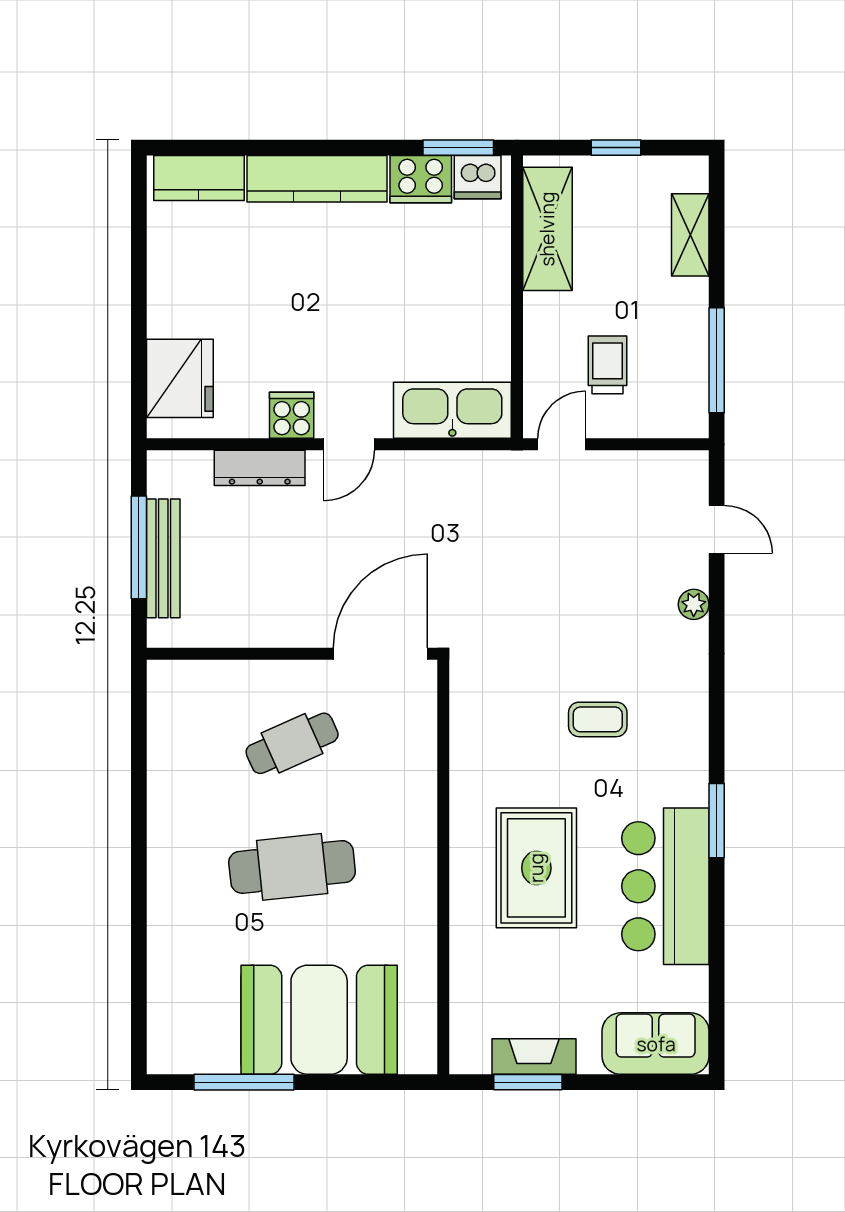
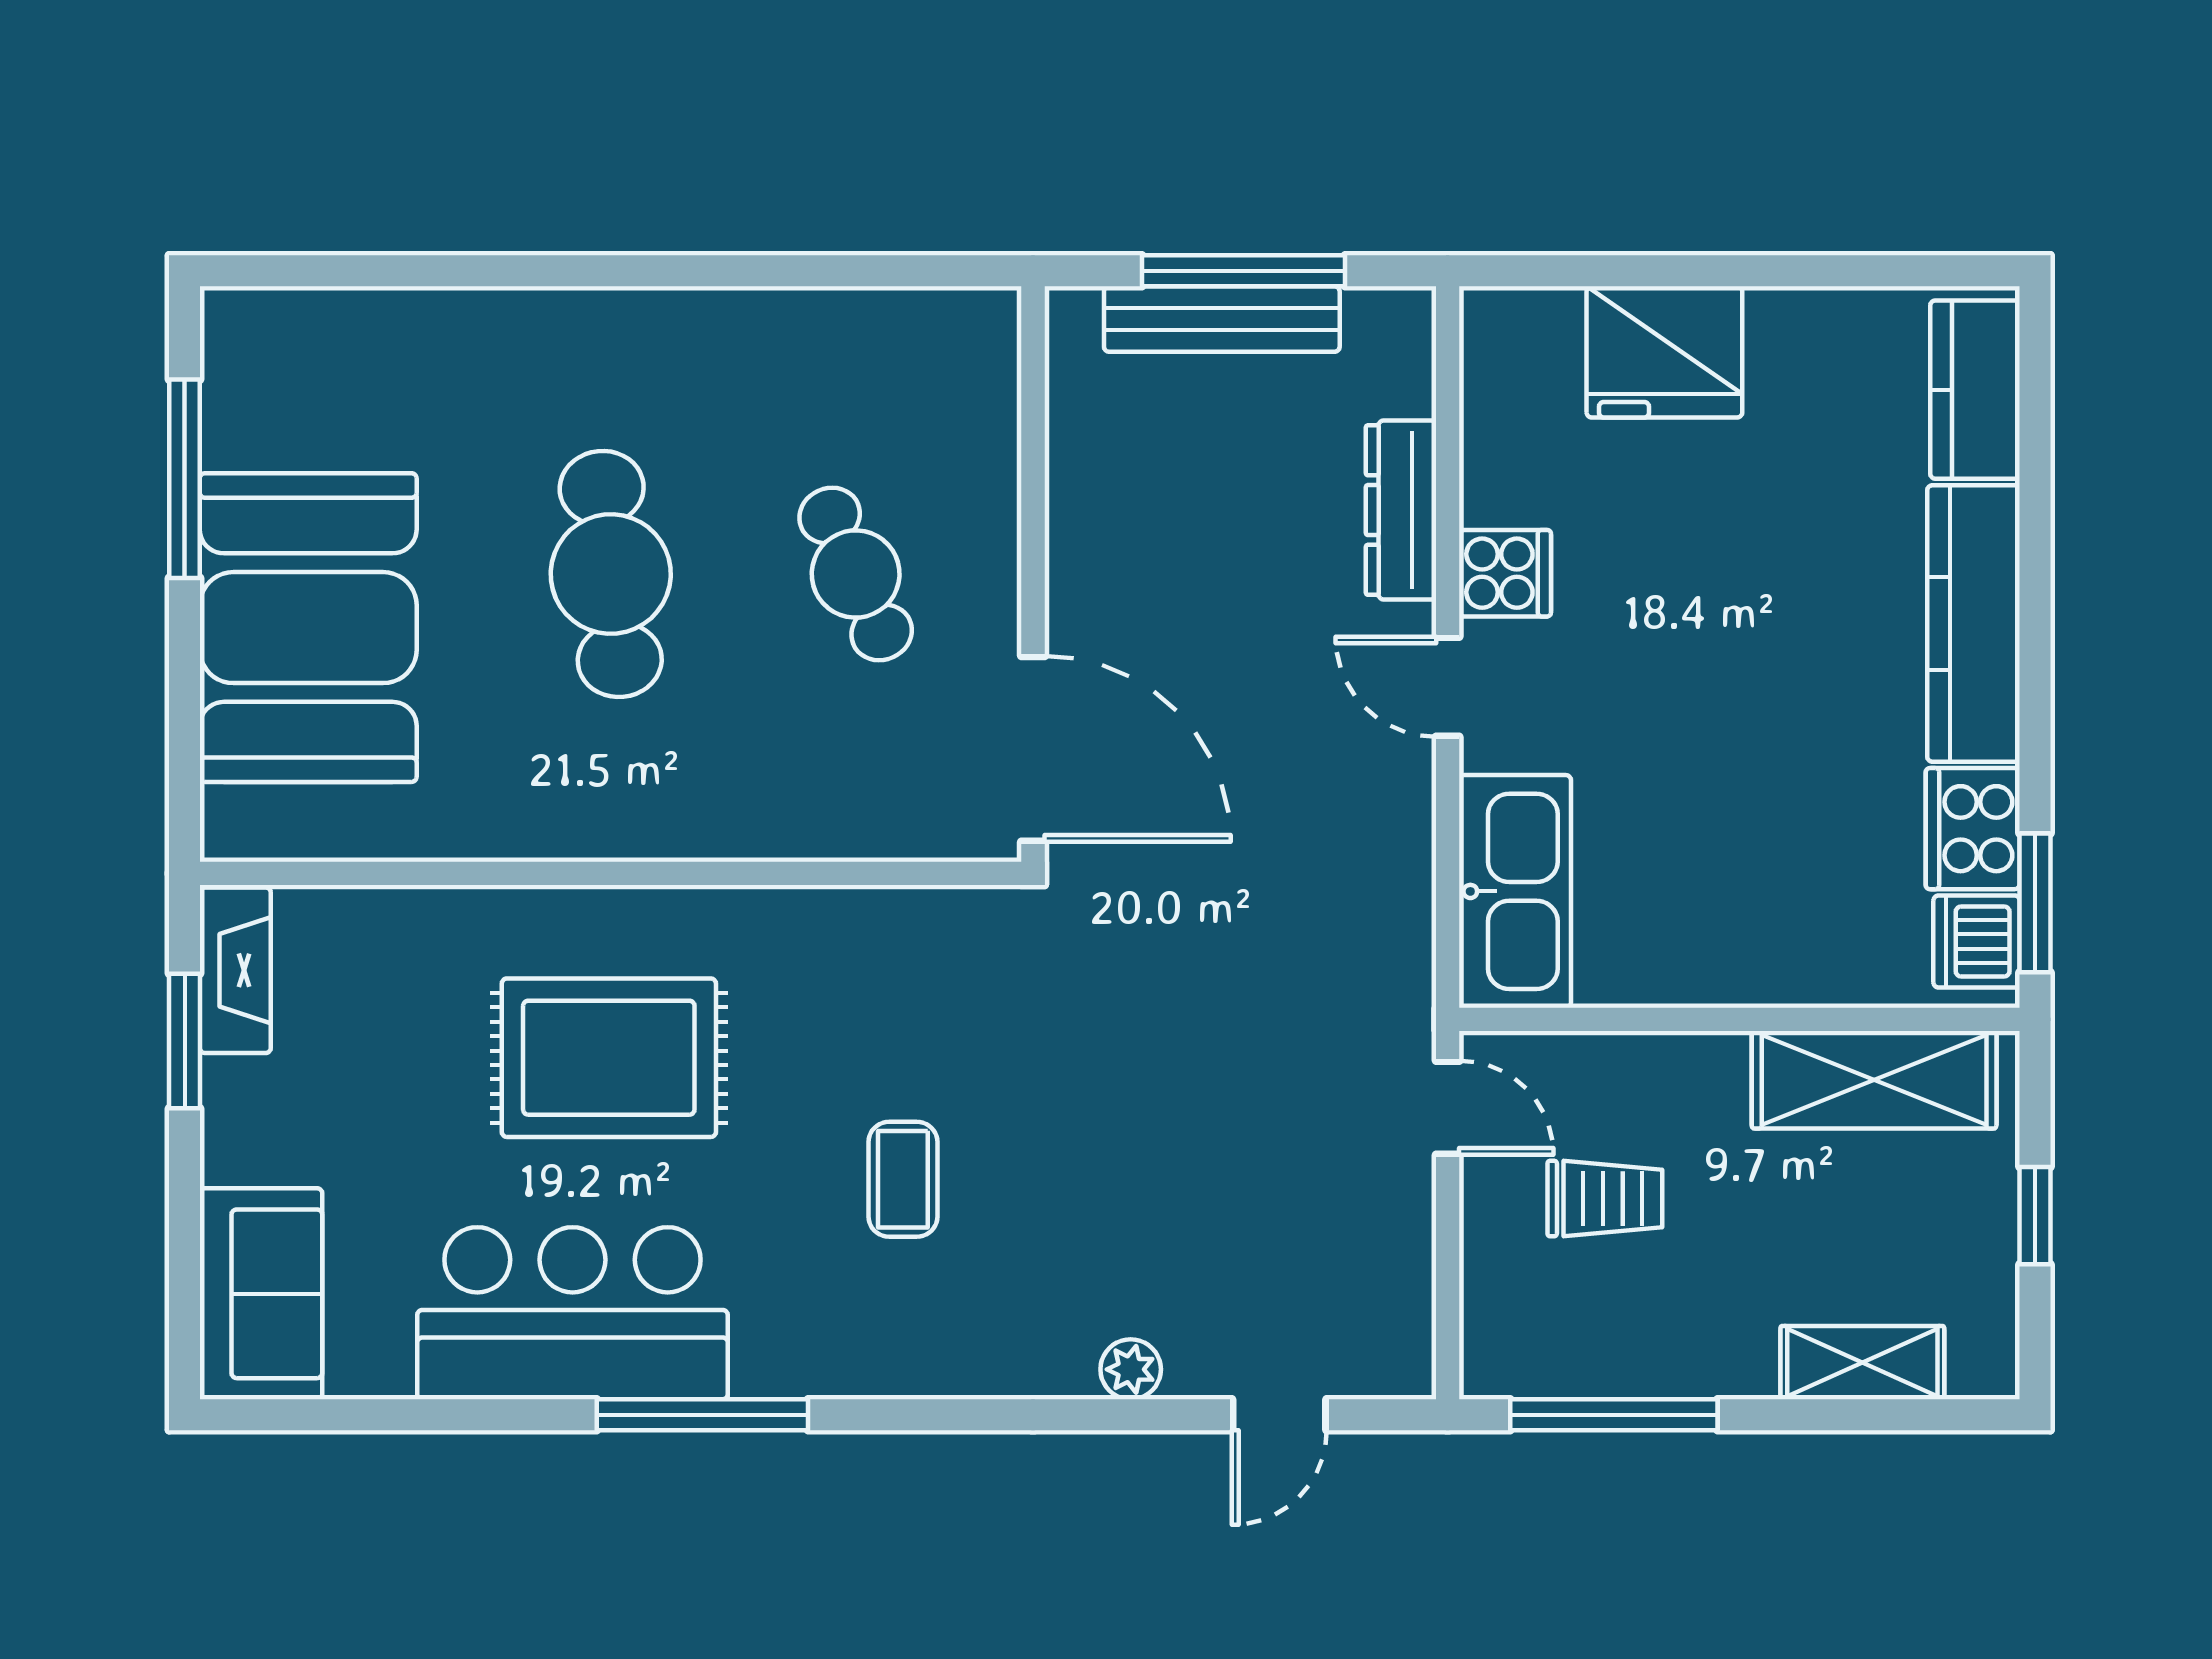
fridge: (180, 378) -> (1664, 352), moved
window: (717, 821) -> (702, 1415), width x1.44
fireplace: (534, 1057) -> (235, 970), moved

